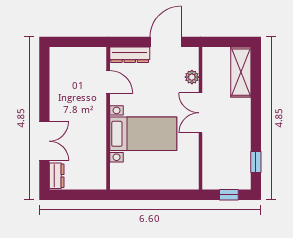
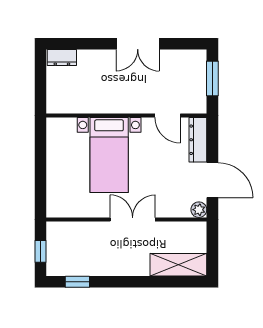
window: (75, 42) -> (212, 79), added
plant: (192, 77) -> (199, 210), moved
door: (108, 82) -> (168, 116), hinge flipped
double door: (44, 141) -> (138, 44), moved

